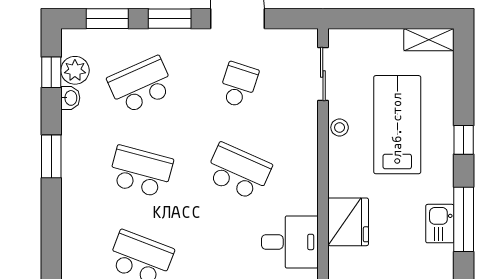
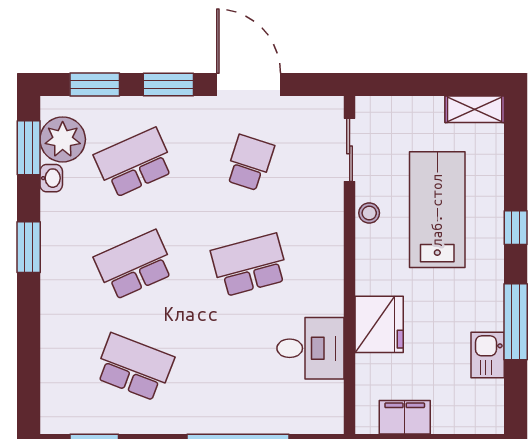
plant: (75, 70) -> (63, 139), width x1.36, depth x1.36
window: (51, 72) -> (29, 148), width x1.50
school desk: (141, 172) -> (134, 265), turned -39
school desk: (238, 172) -> (250, 265), turned -39
kitchen sink: (440, 224) -> (488, 355), moved

